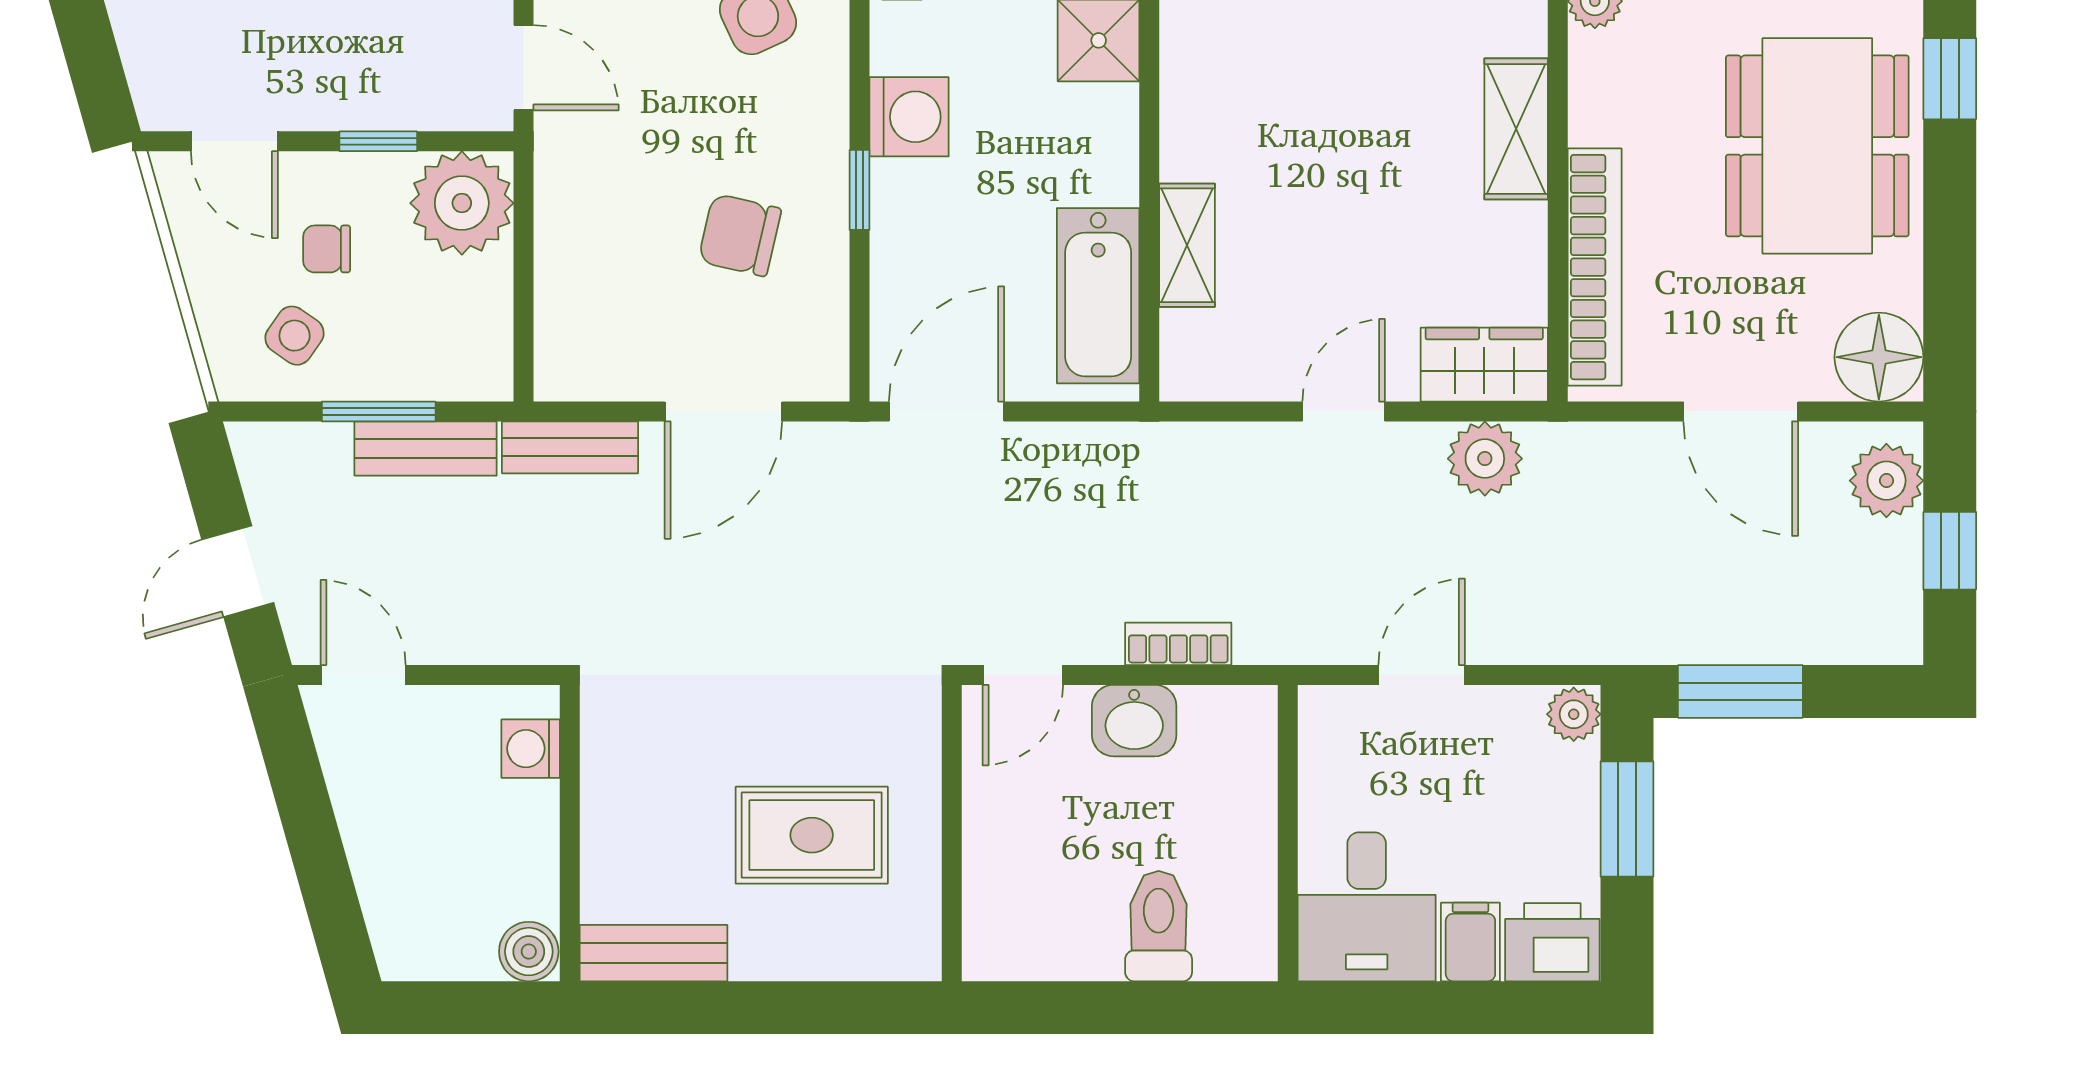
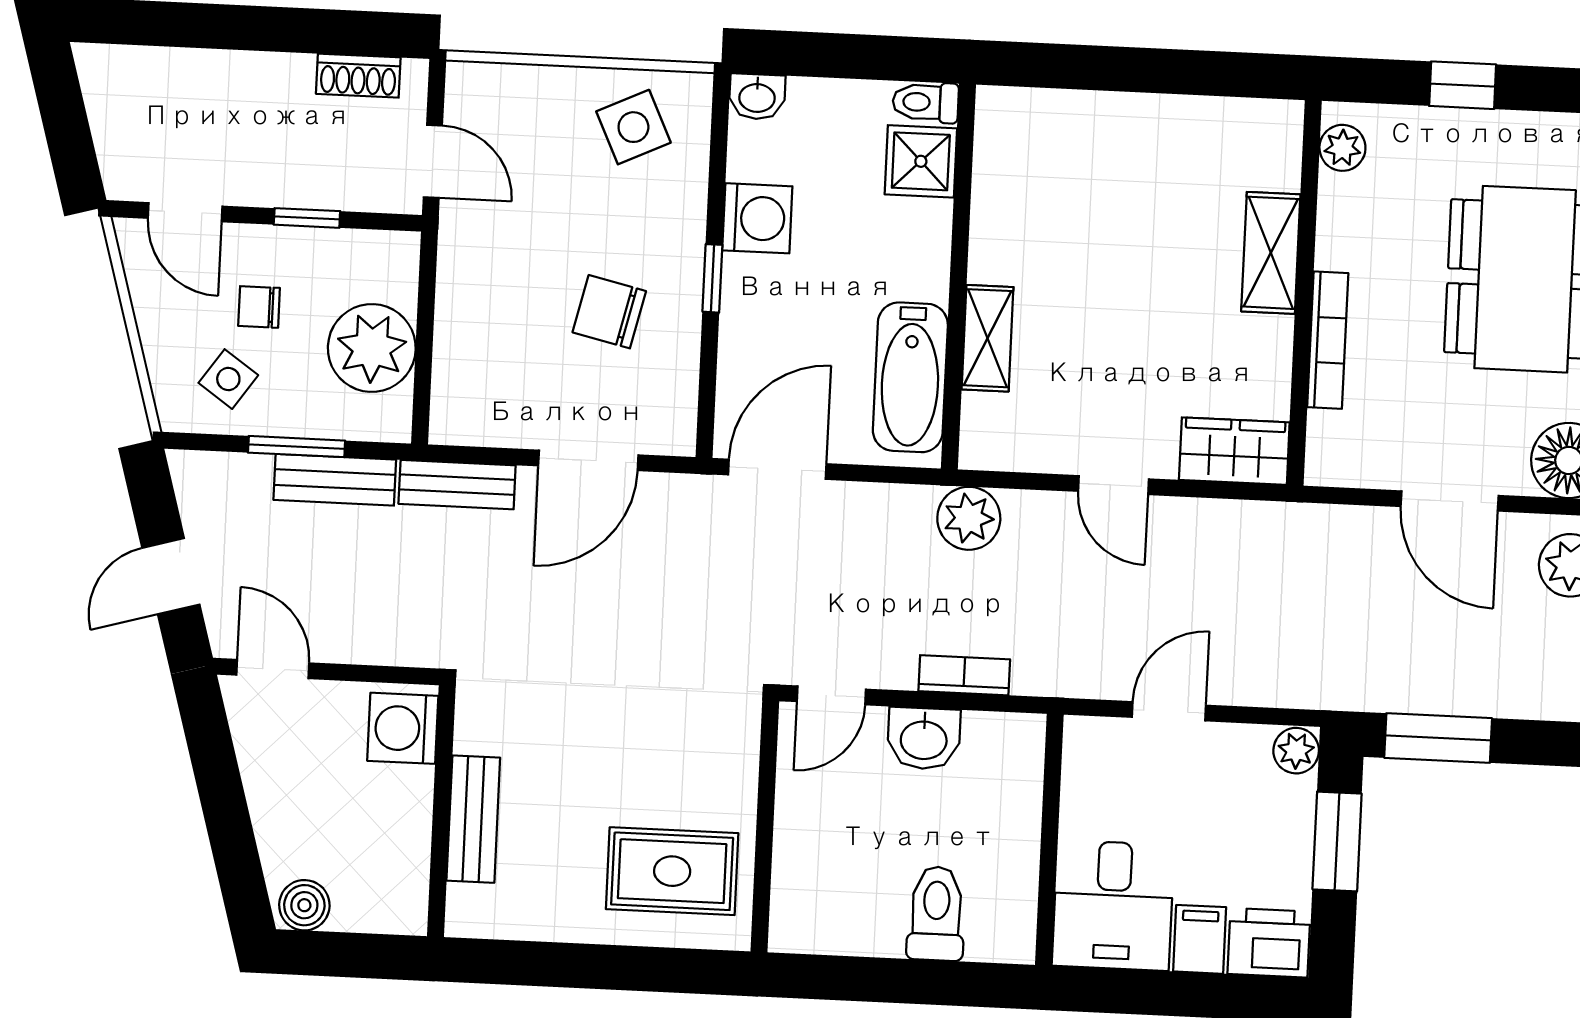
plant: (462, 203) -> (372, 348), moved
bookcase: (1595, 267) -> (1328, 340), width x0.68, depth x0.76
door: (1344, 411) -> (1113, 485), swing flipped
plant: (1485, 459) -> (969, 518), moved
washing machine: (531, 749) -> (403, 728), width x1.38, depth x1.38
rug: (812, 835) -> (672, 871), moved
boiler: (529, 952) -> (304, 905), moved
bench: (653, 953) -> (473, 819), moved, turned 90

